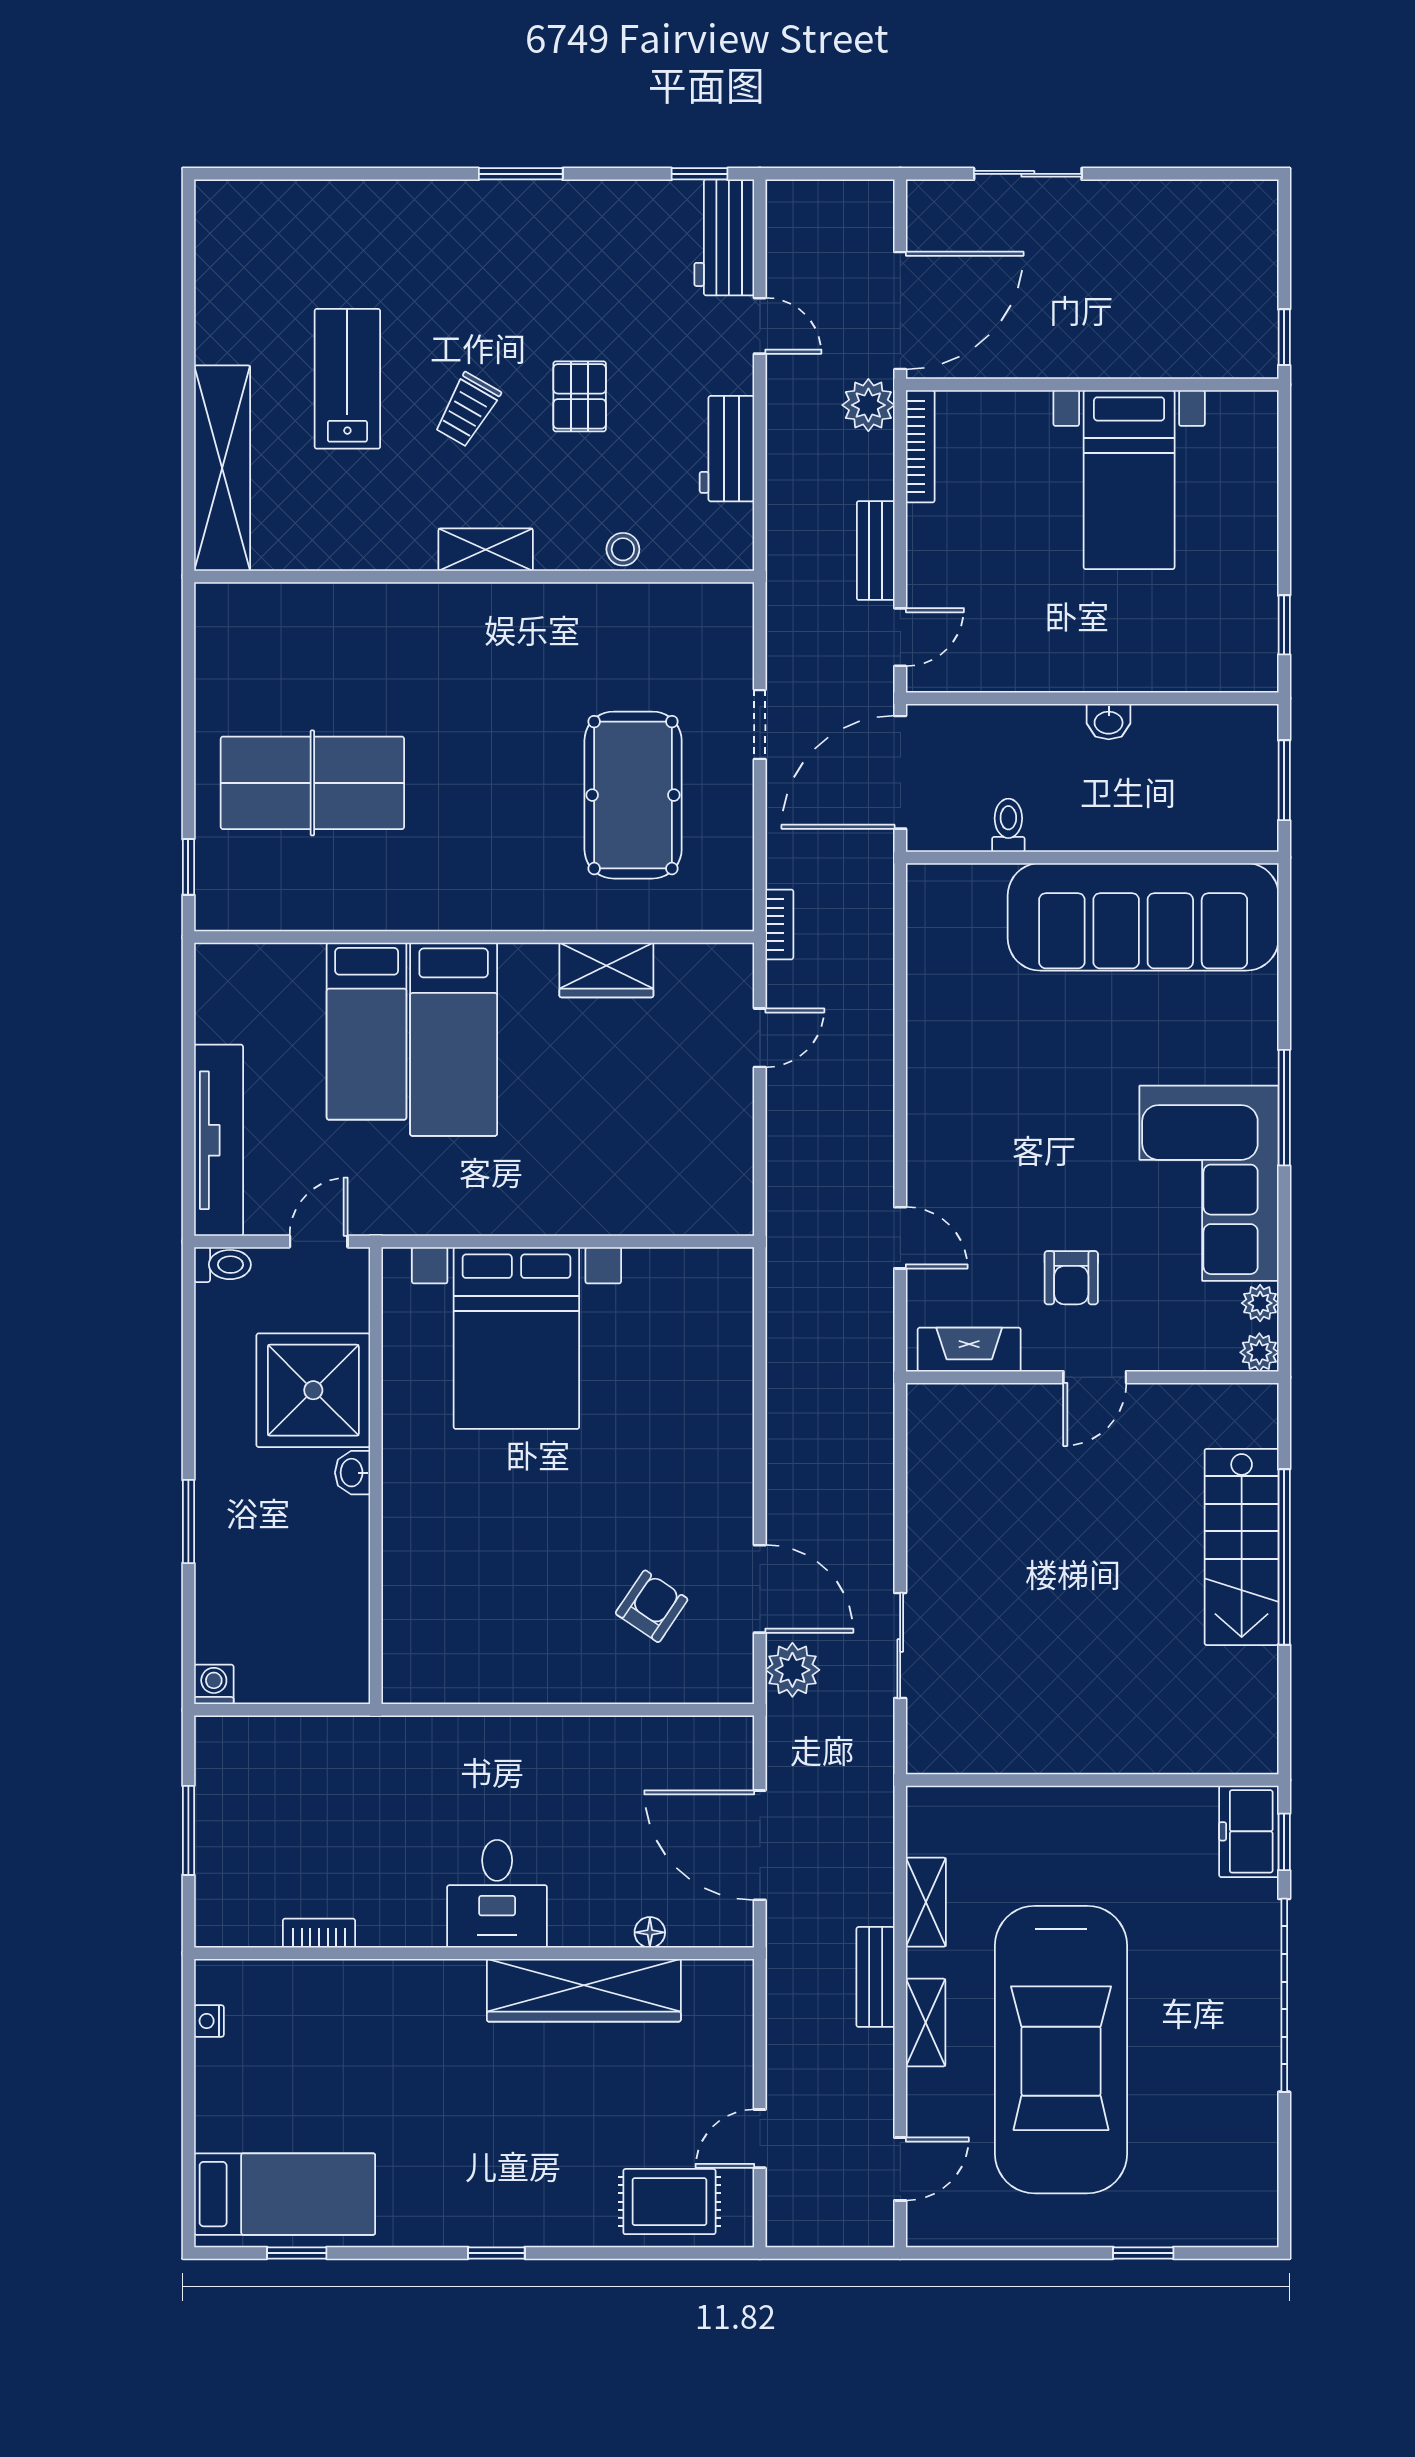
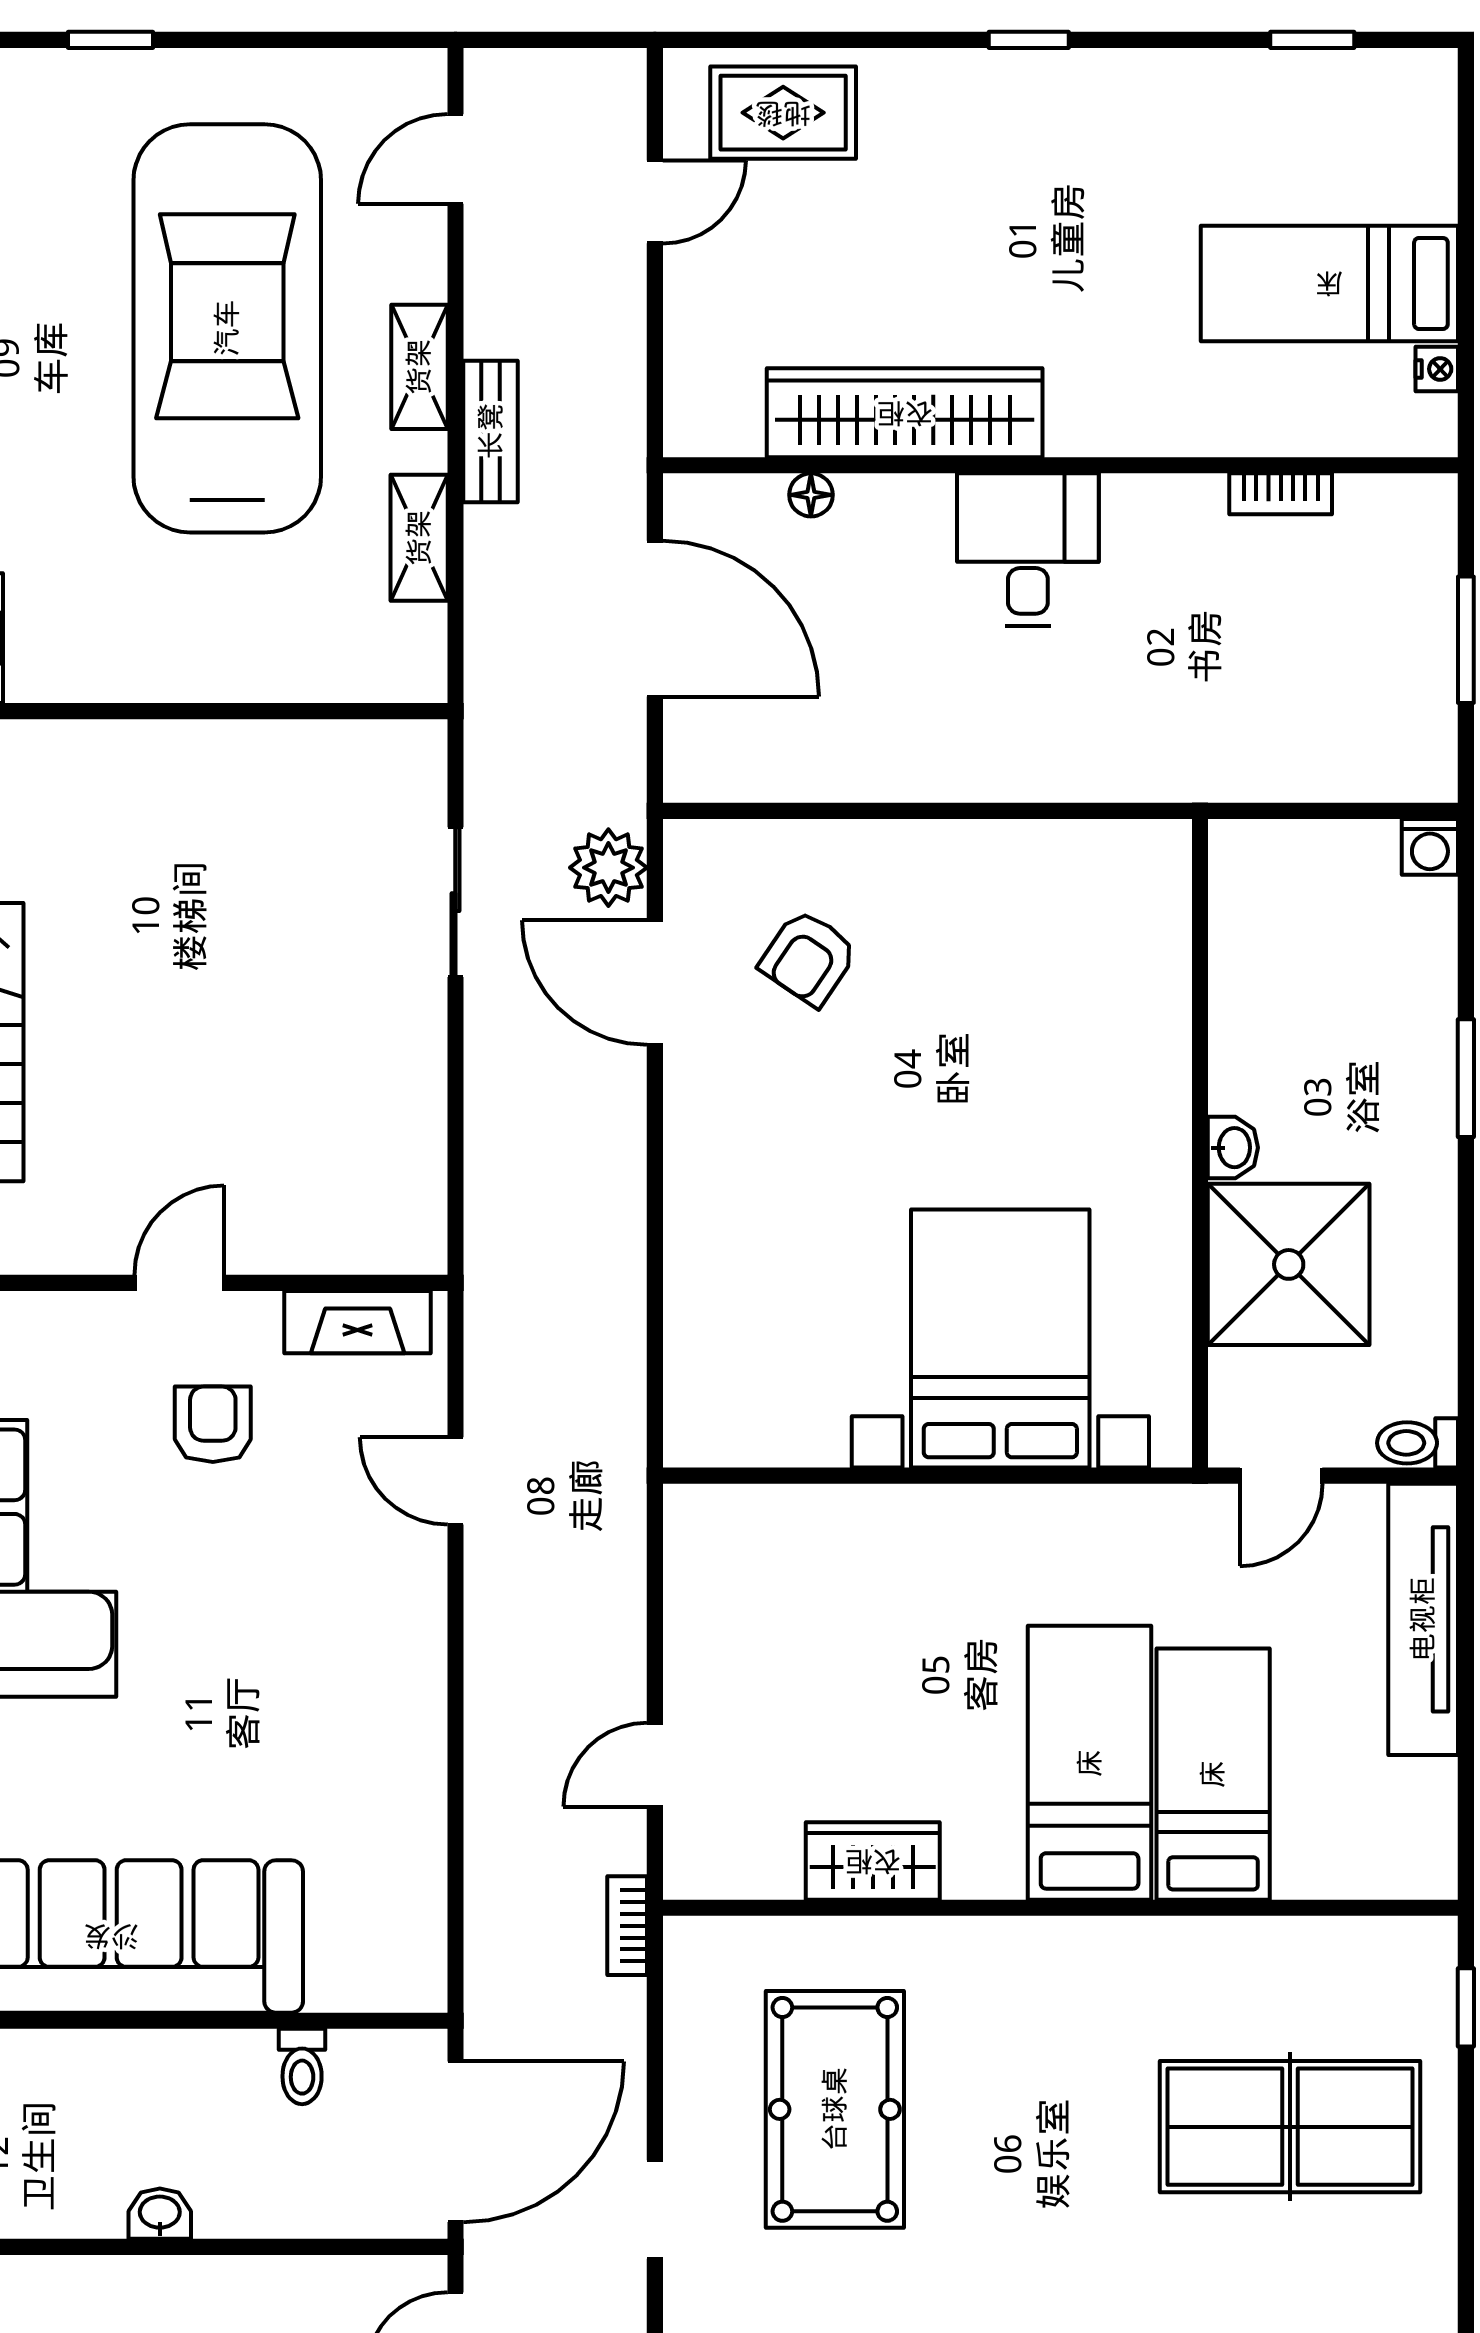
bed: (285, 2194) -> (1329, 283), moved

